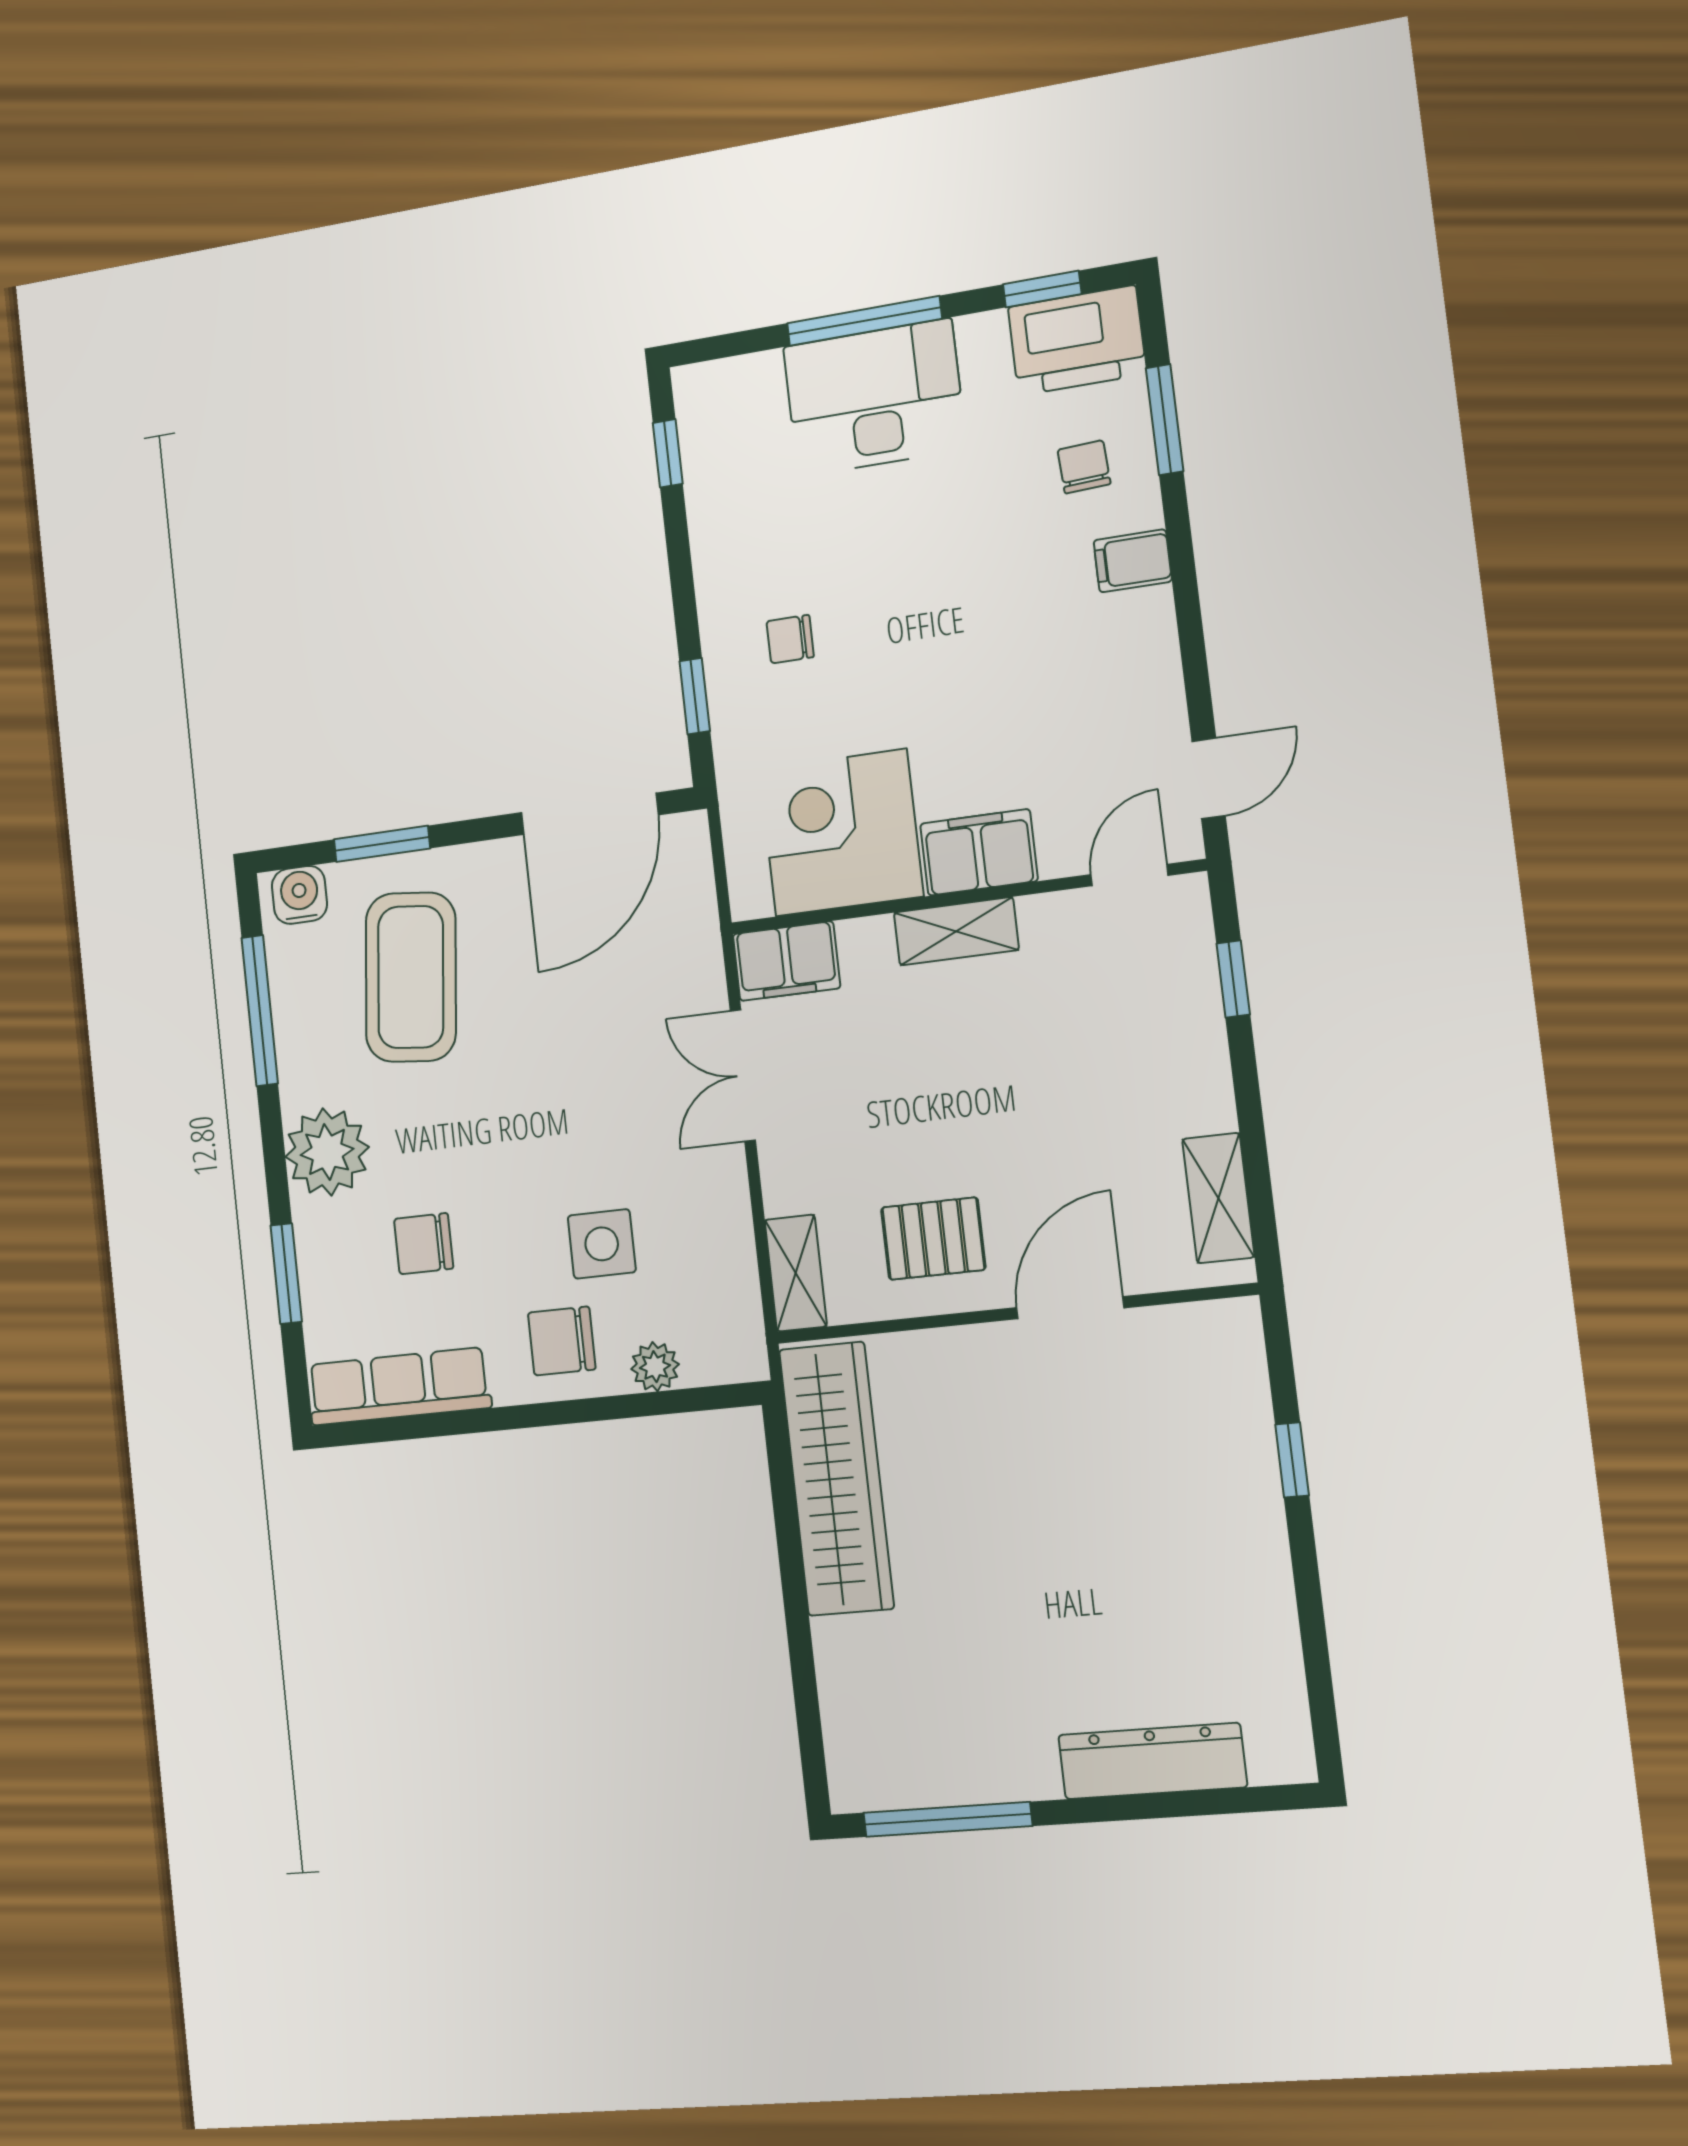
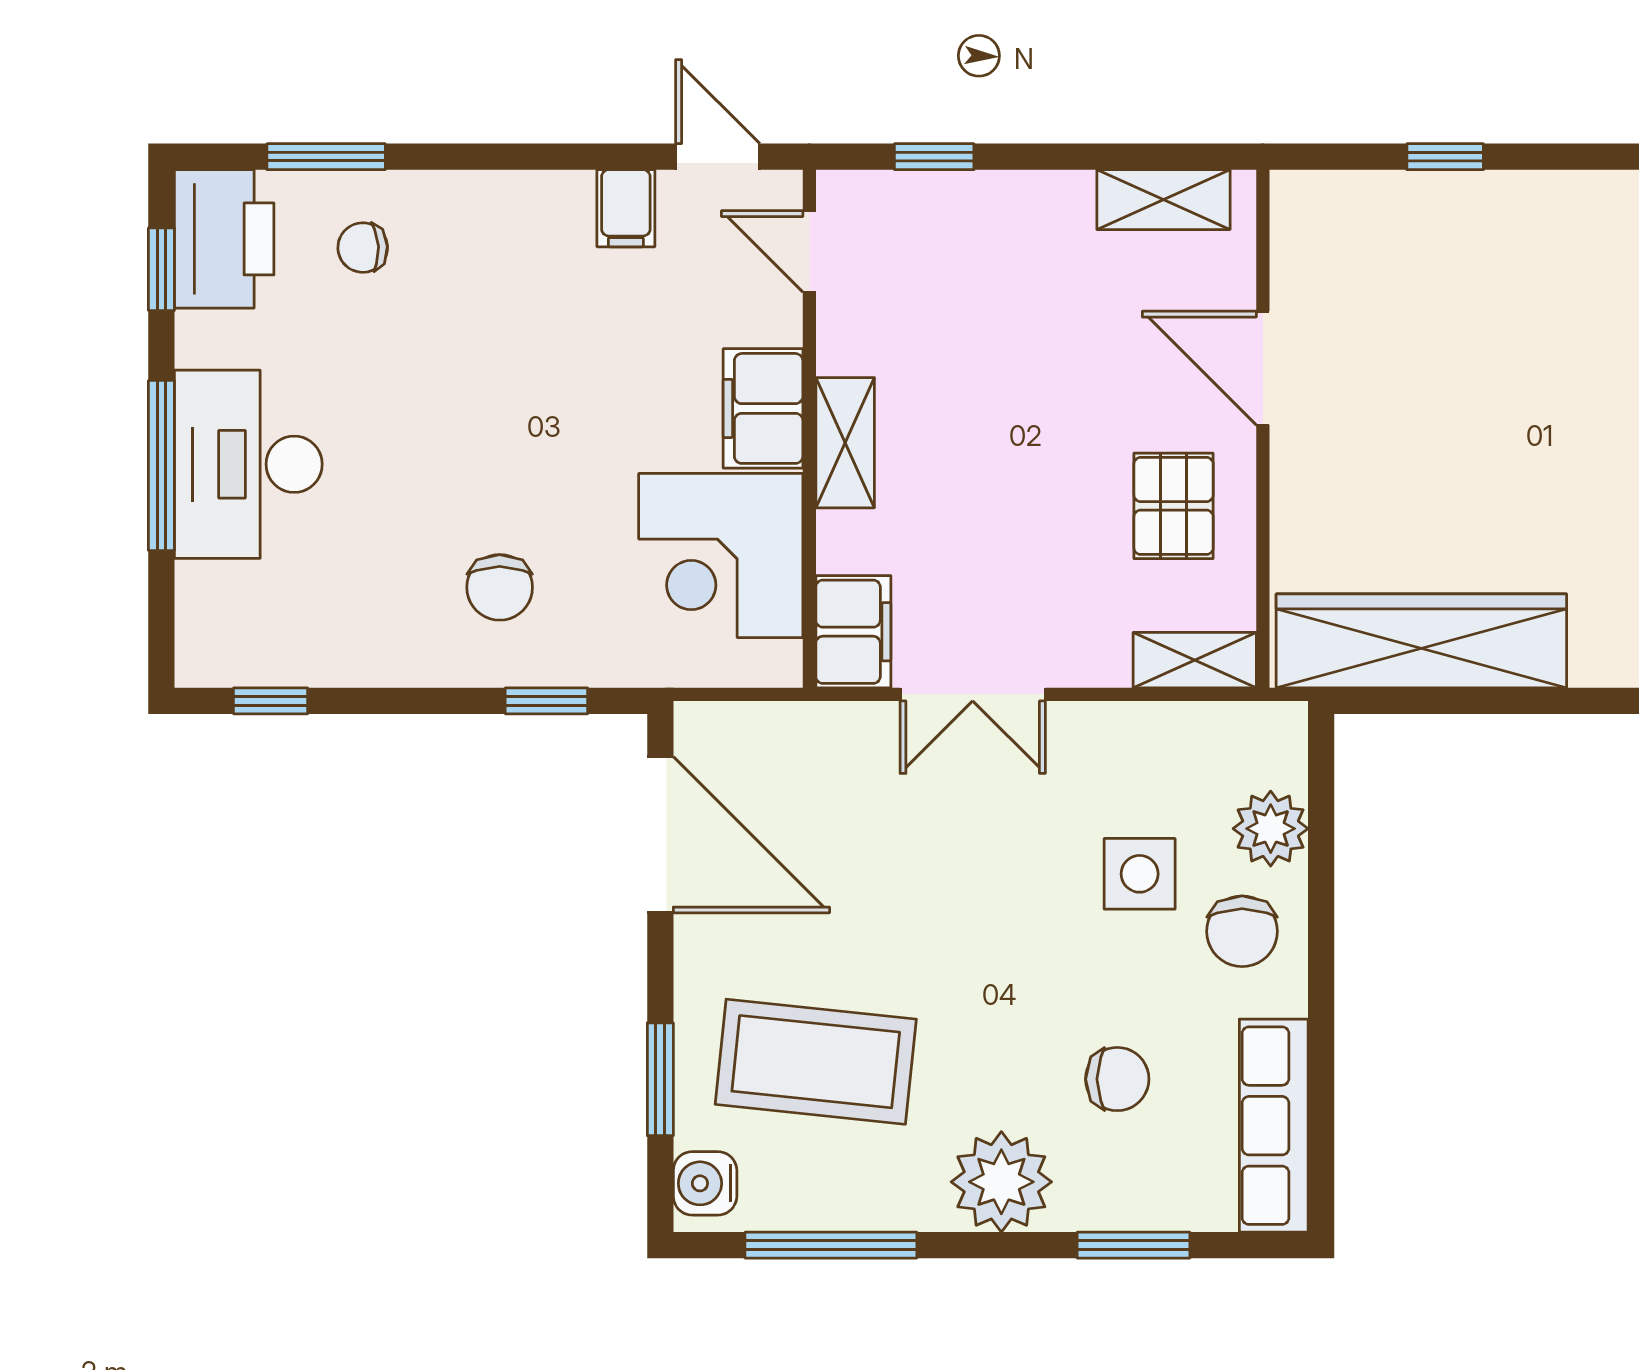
filing cabinet: (1133, 561) -> (626, 208), moved
chair: (790, 639) -> (500, 587), width x1.37, depth x1.37
chair: (424, 1244) -> (1117, 1079), turned -90
plant: (655, 1367) -> (1271, 829), width x1.38, depth x1.38

